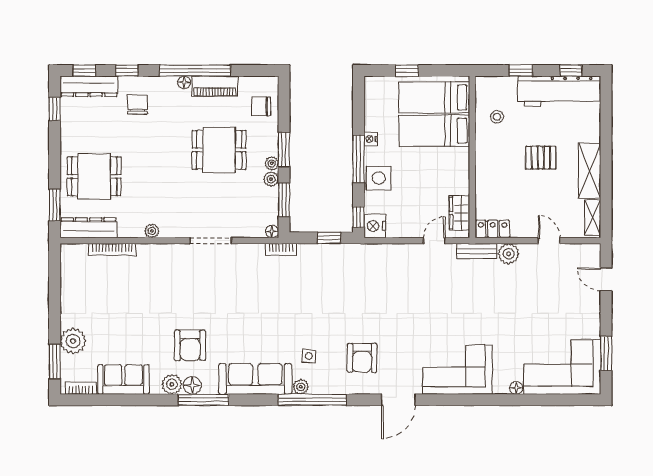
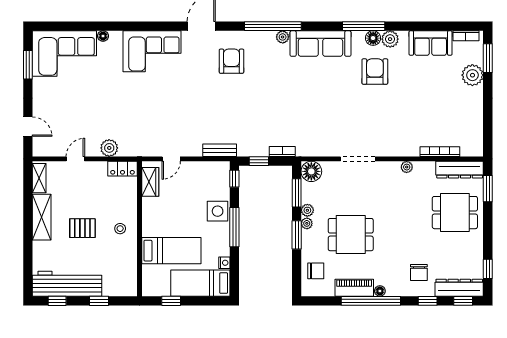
window: (407, 71) -> (171, 301), moved
bed: (434, 97) -> (200, 283), moved, turned 180
stool: (497, 117) -> (120, 229), moved
nightstand: (371, 139) -> (224, 263), moved
nightstand: (375, 226) -> (221, 171), removed
floor lamp: (272, 231) -> (311, 171), width x1.89, depth x1.89
door: (549, 241) -> (75, 159), swing flipped
bookcase: (281, 250) -> (282, 151), moved
bench: (477, 251) -> (220, 150), moved
side table: (309, 356) -> (276, 63), removed

